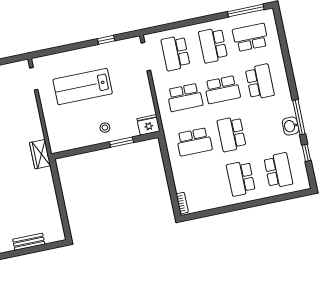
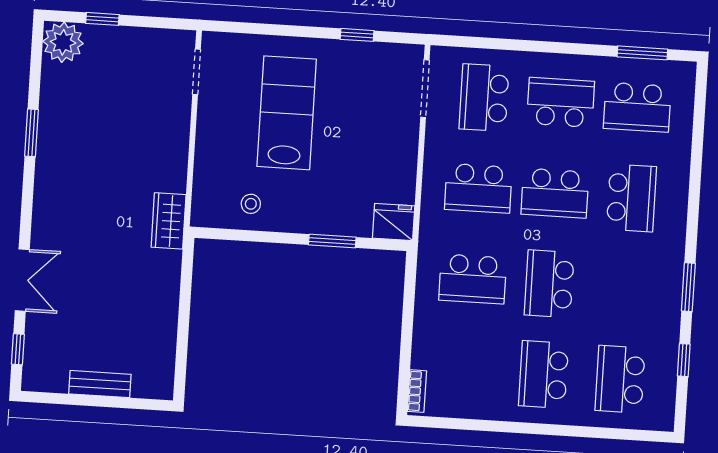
window: (246, 11) -> (642, 53), width x0.69
school desk: (250, 37) -> (637, 107), turned 180
school desk: (213, 45) -> (561, 102), turned 90
lab bench: (83, 87) -> (287, 113), turned 90
window: (299, 117) -> (688, 287), width x0.69
washbasin: (291, 126) -> (667, 300), removed
stool: (105, 128) -> (251, 204), moved
school desk: (278, 171) -> (620, 379), turned 180

